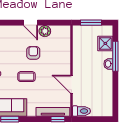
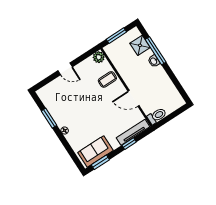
plant: (45, 31) -> (99, 57), moved
armchair: (33, 53) -> (84, 93), removed
coffee table: (26, 77) -> (107, 79), moved
window: (58, 119) -> (129, 144), moved

